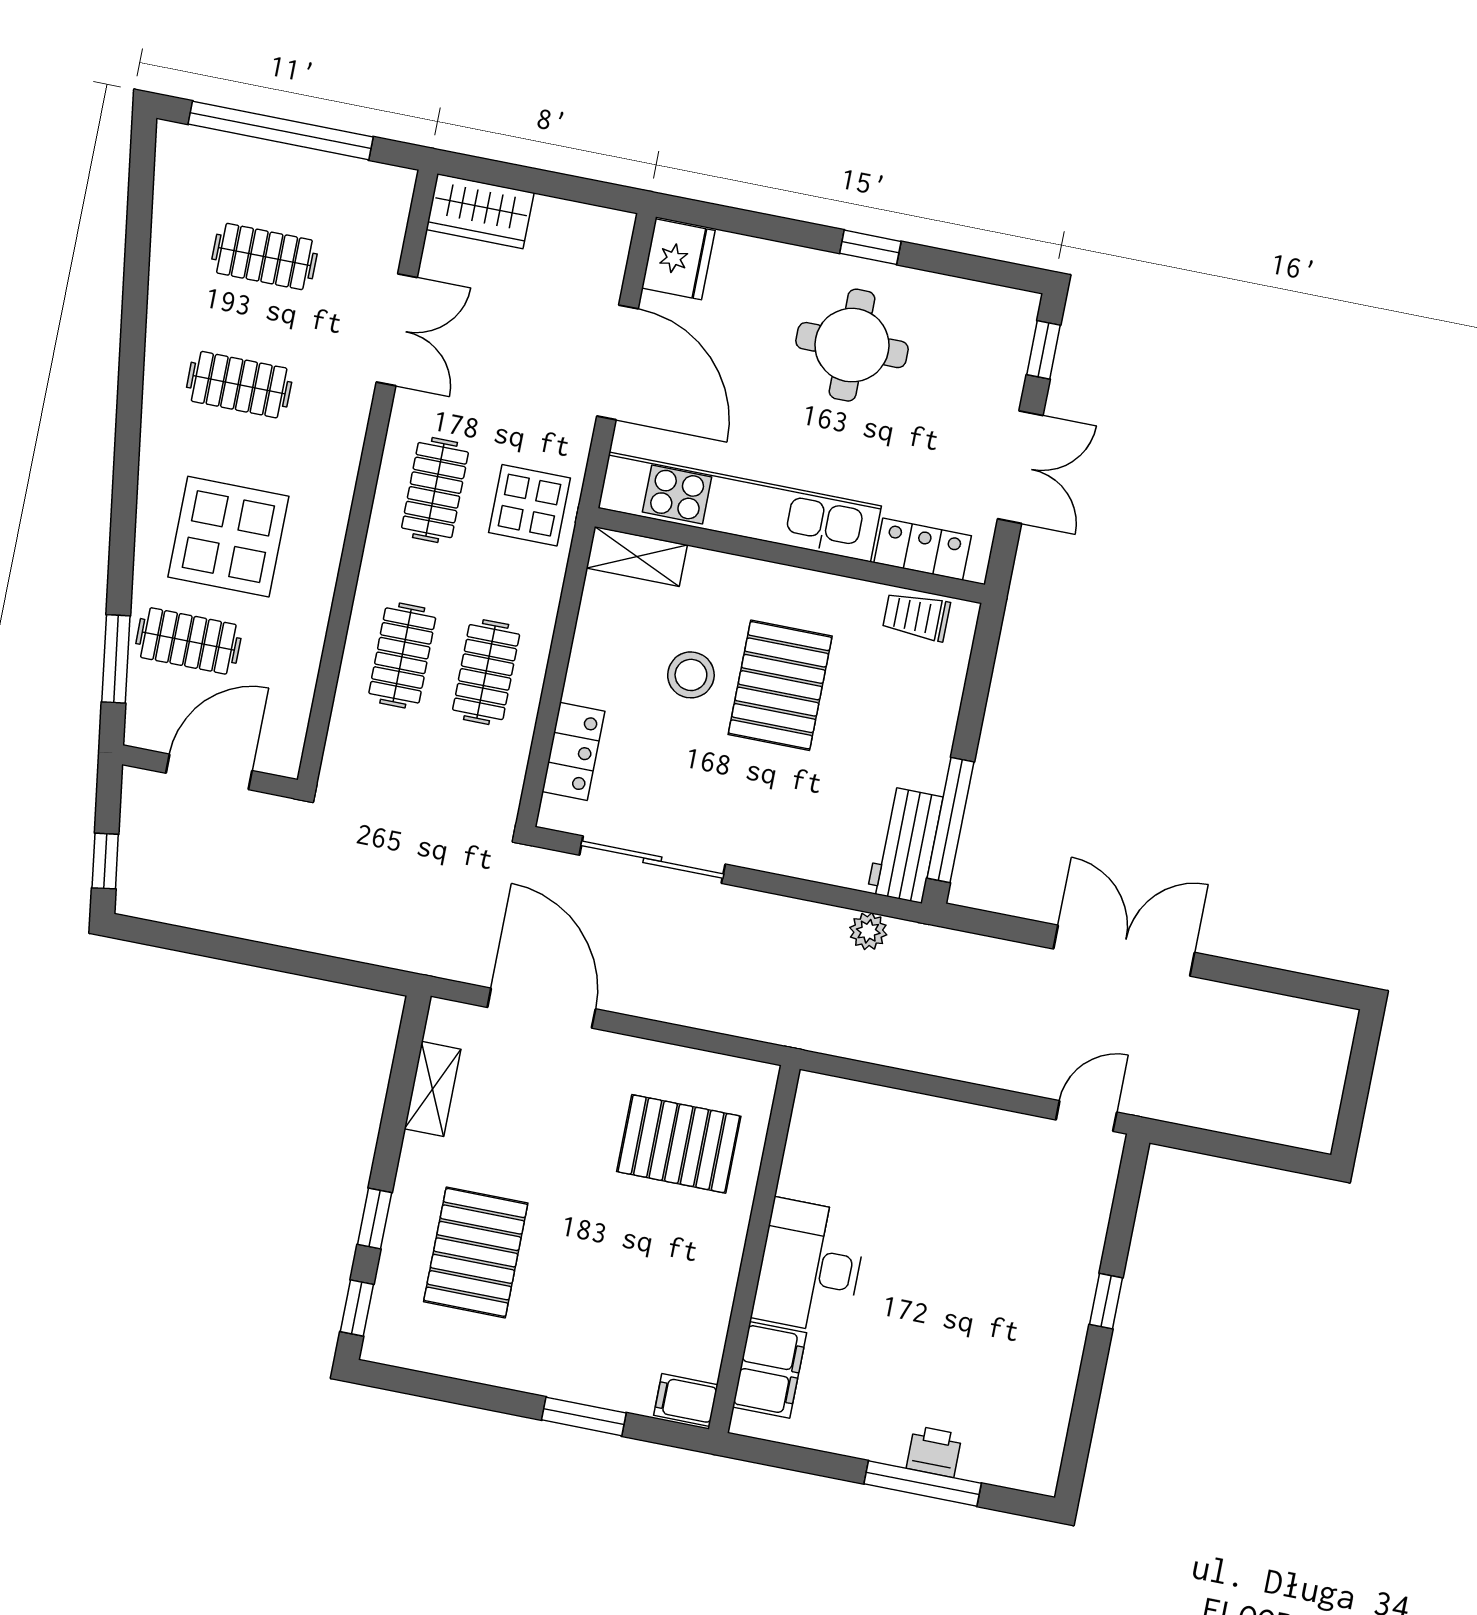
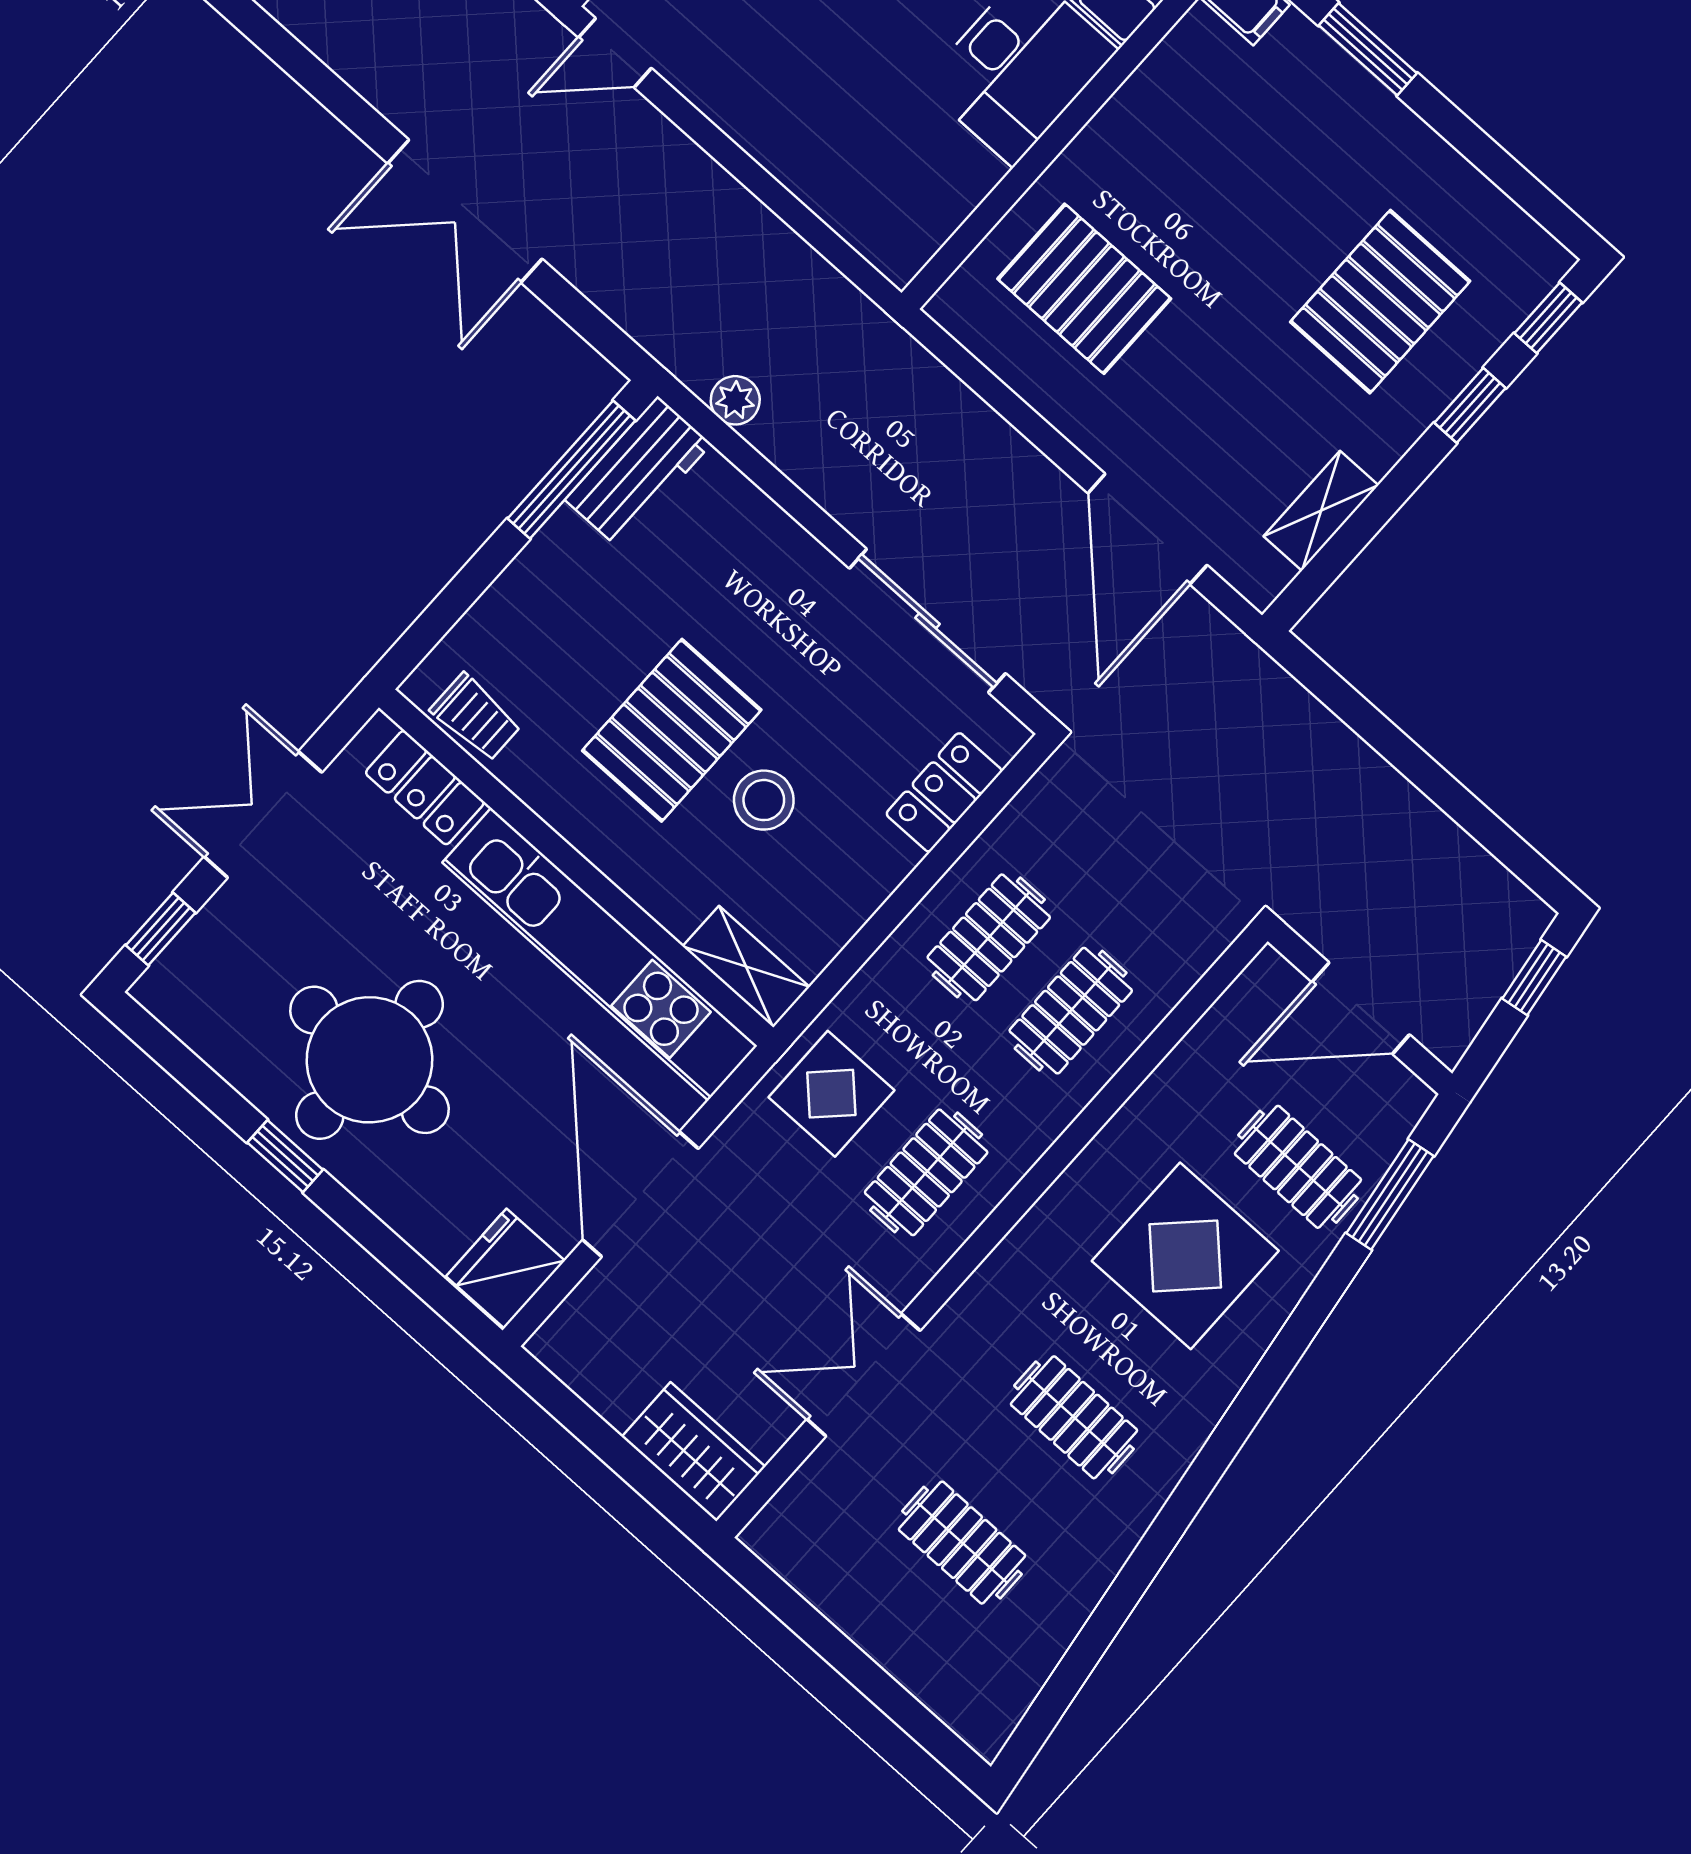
window: (281, 131) -> (862, 1672), removed
round table: (852, 345) -> (369, 1060), width x1.36, depth x1.36

